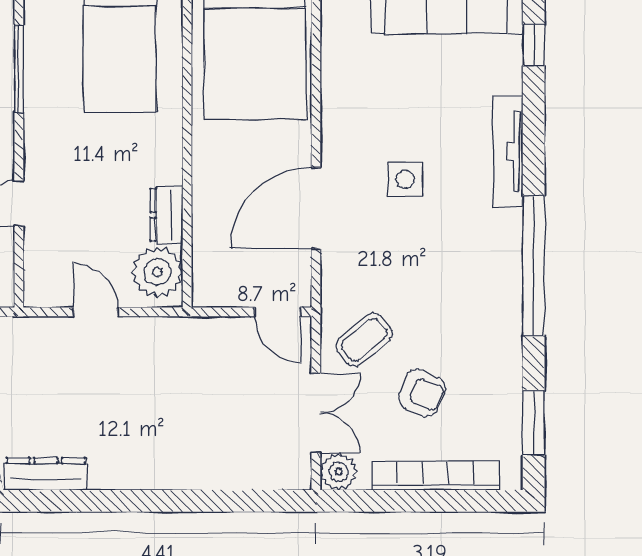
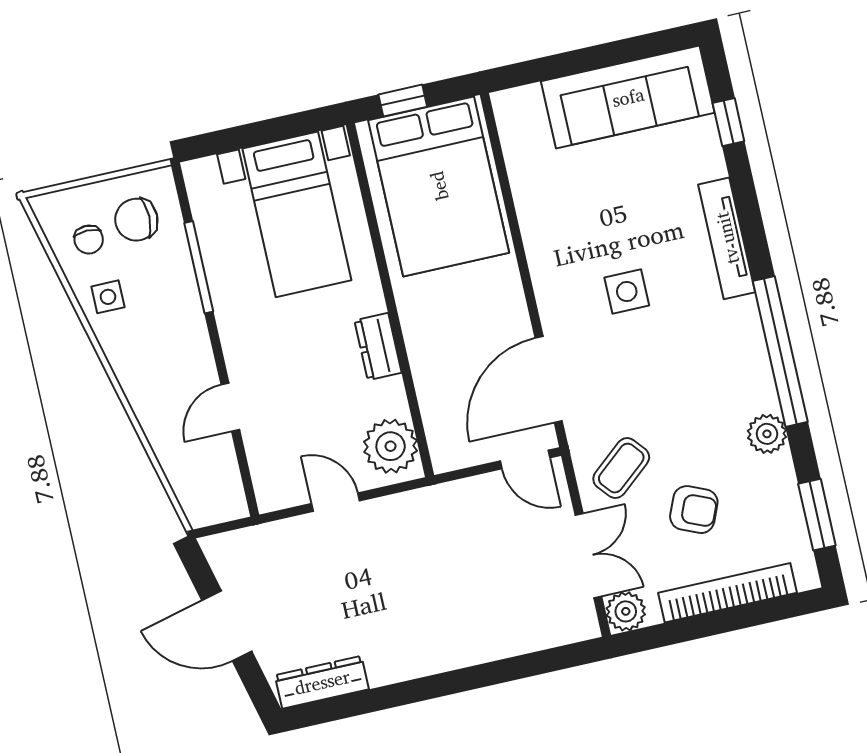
door: (316, 208) -> (549, 380), moved
dresser: (166, 215) -> (378, 347), moved
plant: (505, 338) -> (767, 434), added

